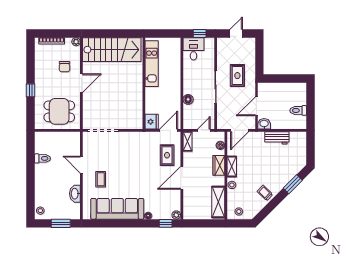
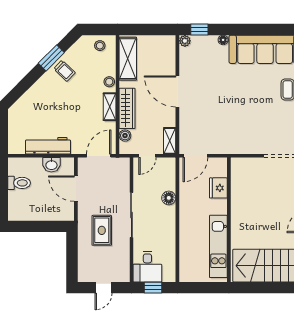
desk: (193, 49) -> (147, 267), moved
door: (256, 106) -> (76, 189), swing flipped
fridge: (152, 122) -> (218, 188), moved
washbasin: (264, 124) -> (51, 165), moved
workbench: (277, 138) -> (48, 146), width x1.38
rug: (167, 155) -> (197, 122), removed
wardrobe: (219, 165) -> (127, 108), width x1.50
door: (182, 178) -> (177, 91), swing flipped
window: (293, 184) -> (51, 58), moved

